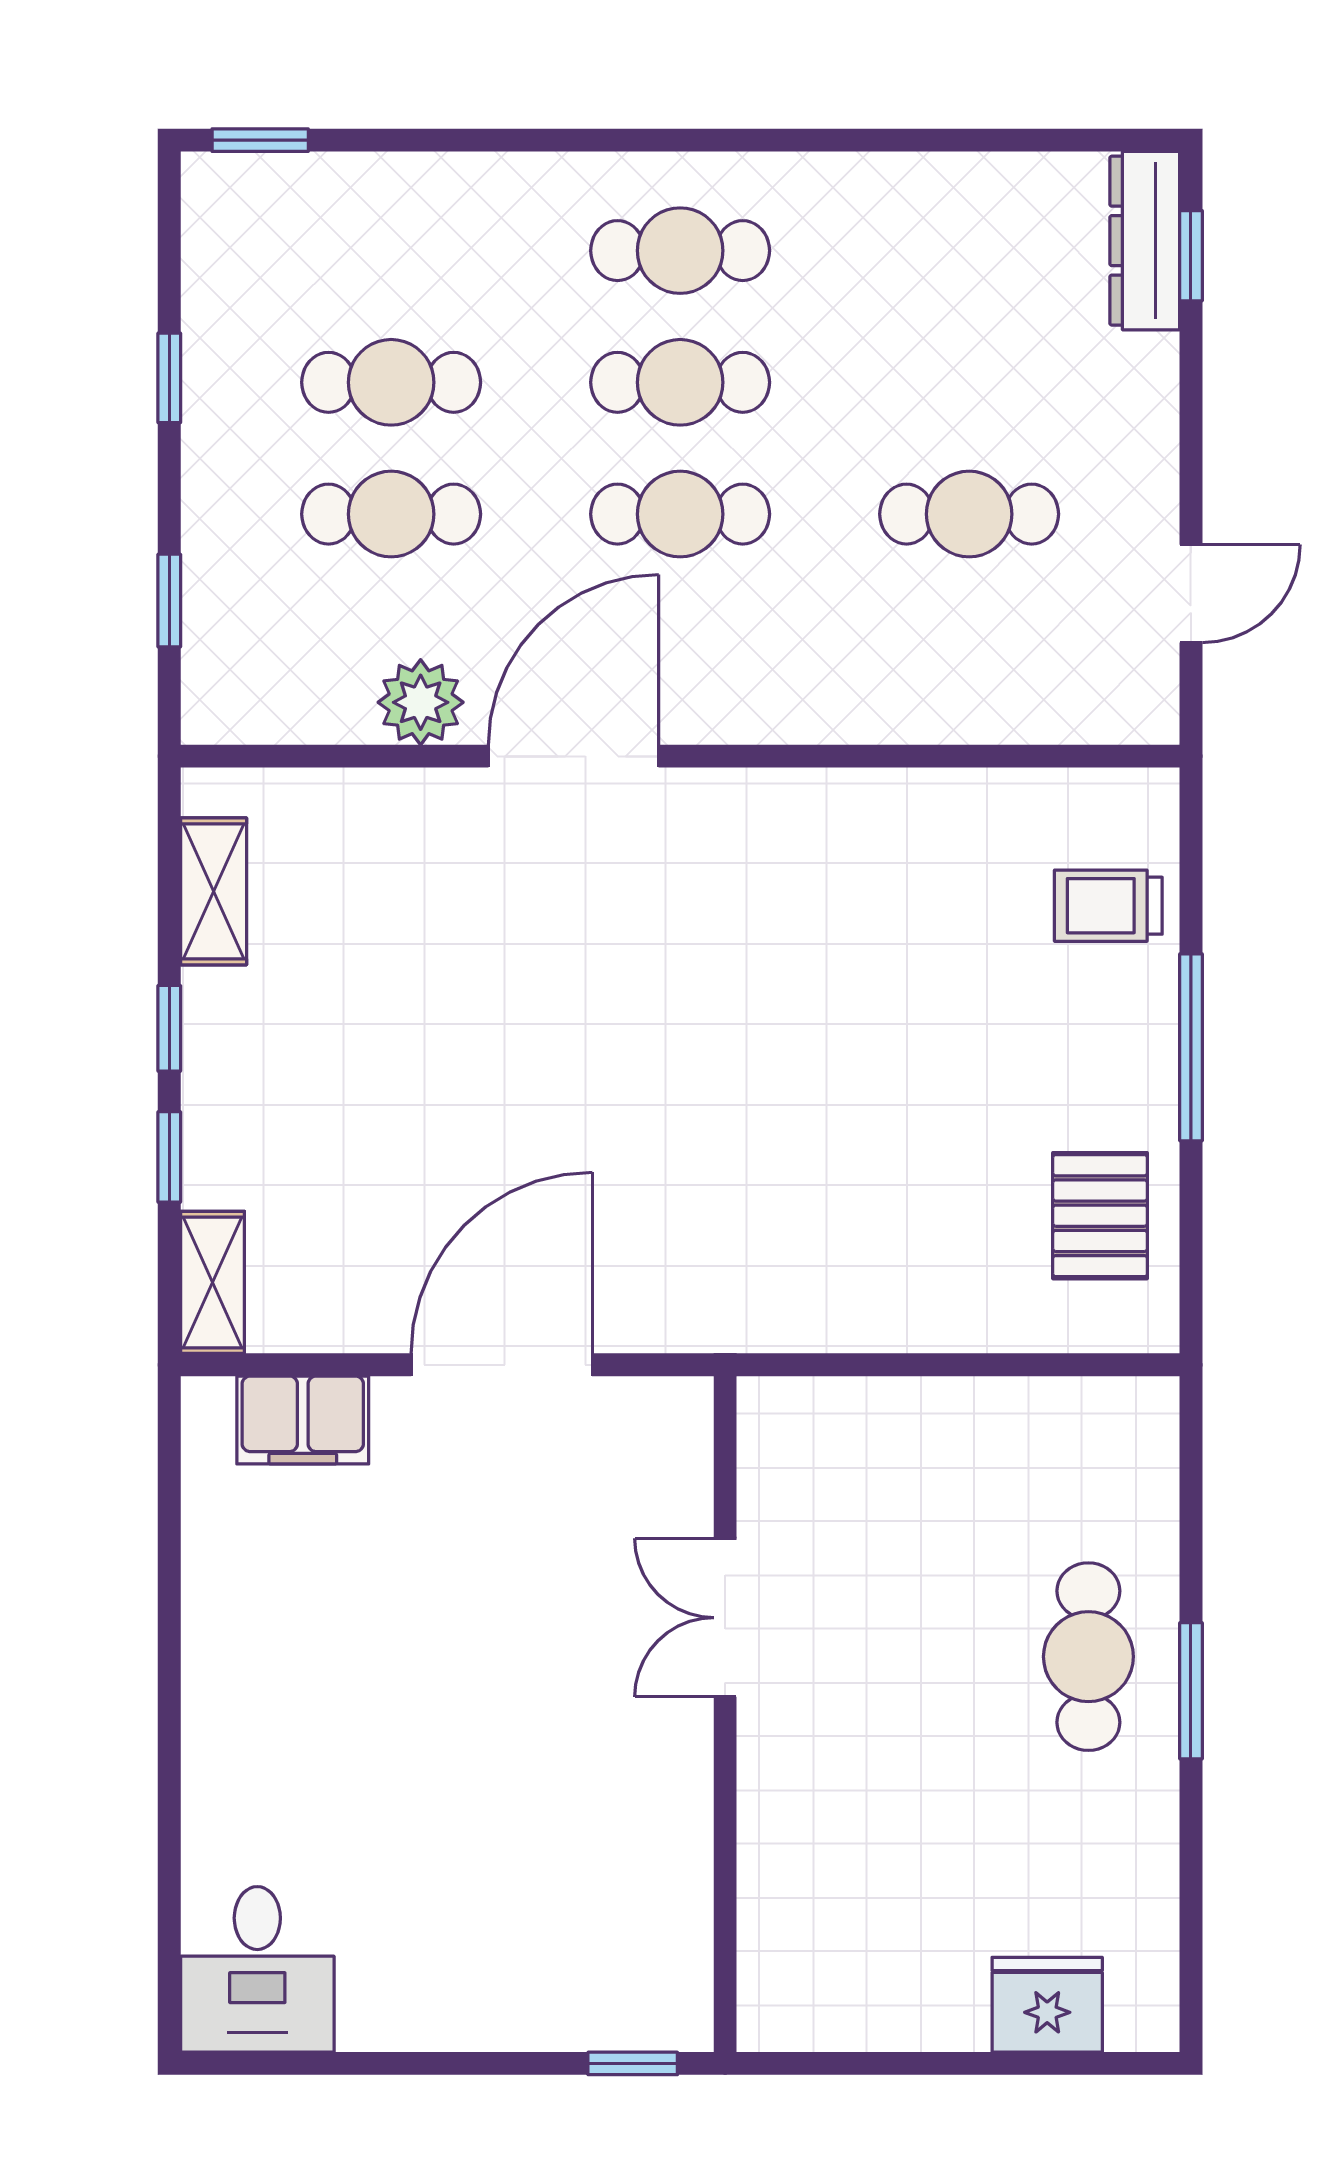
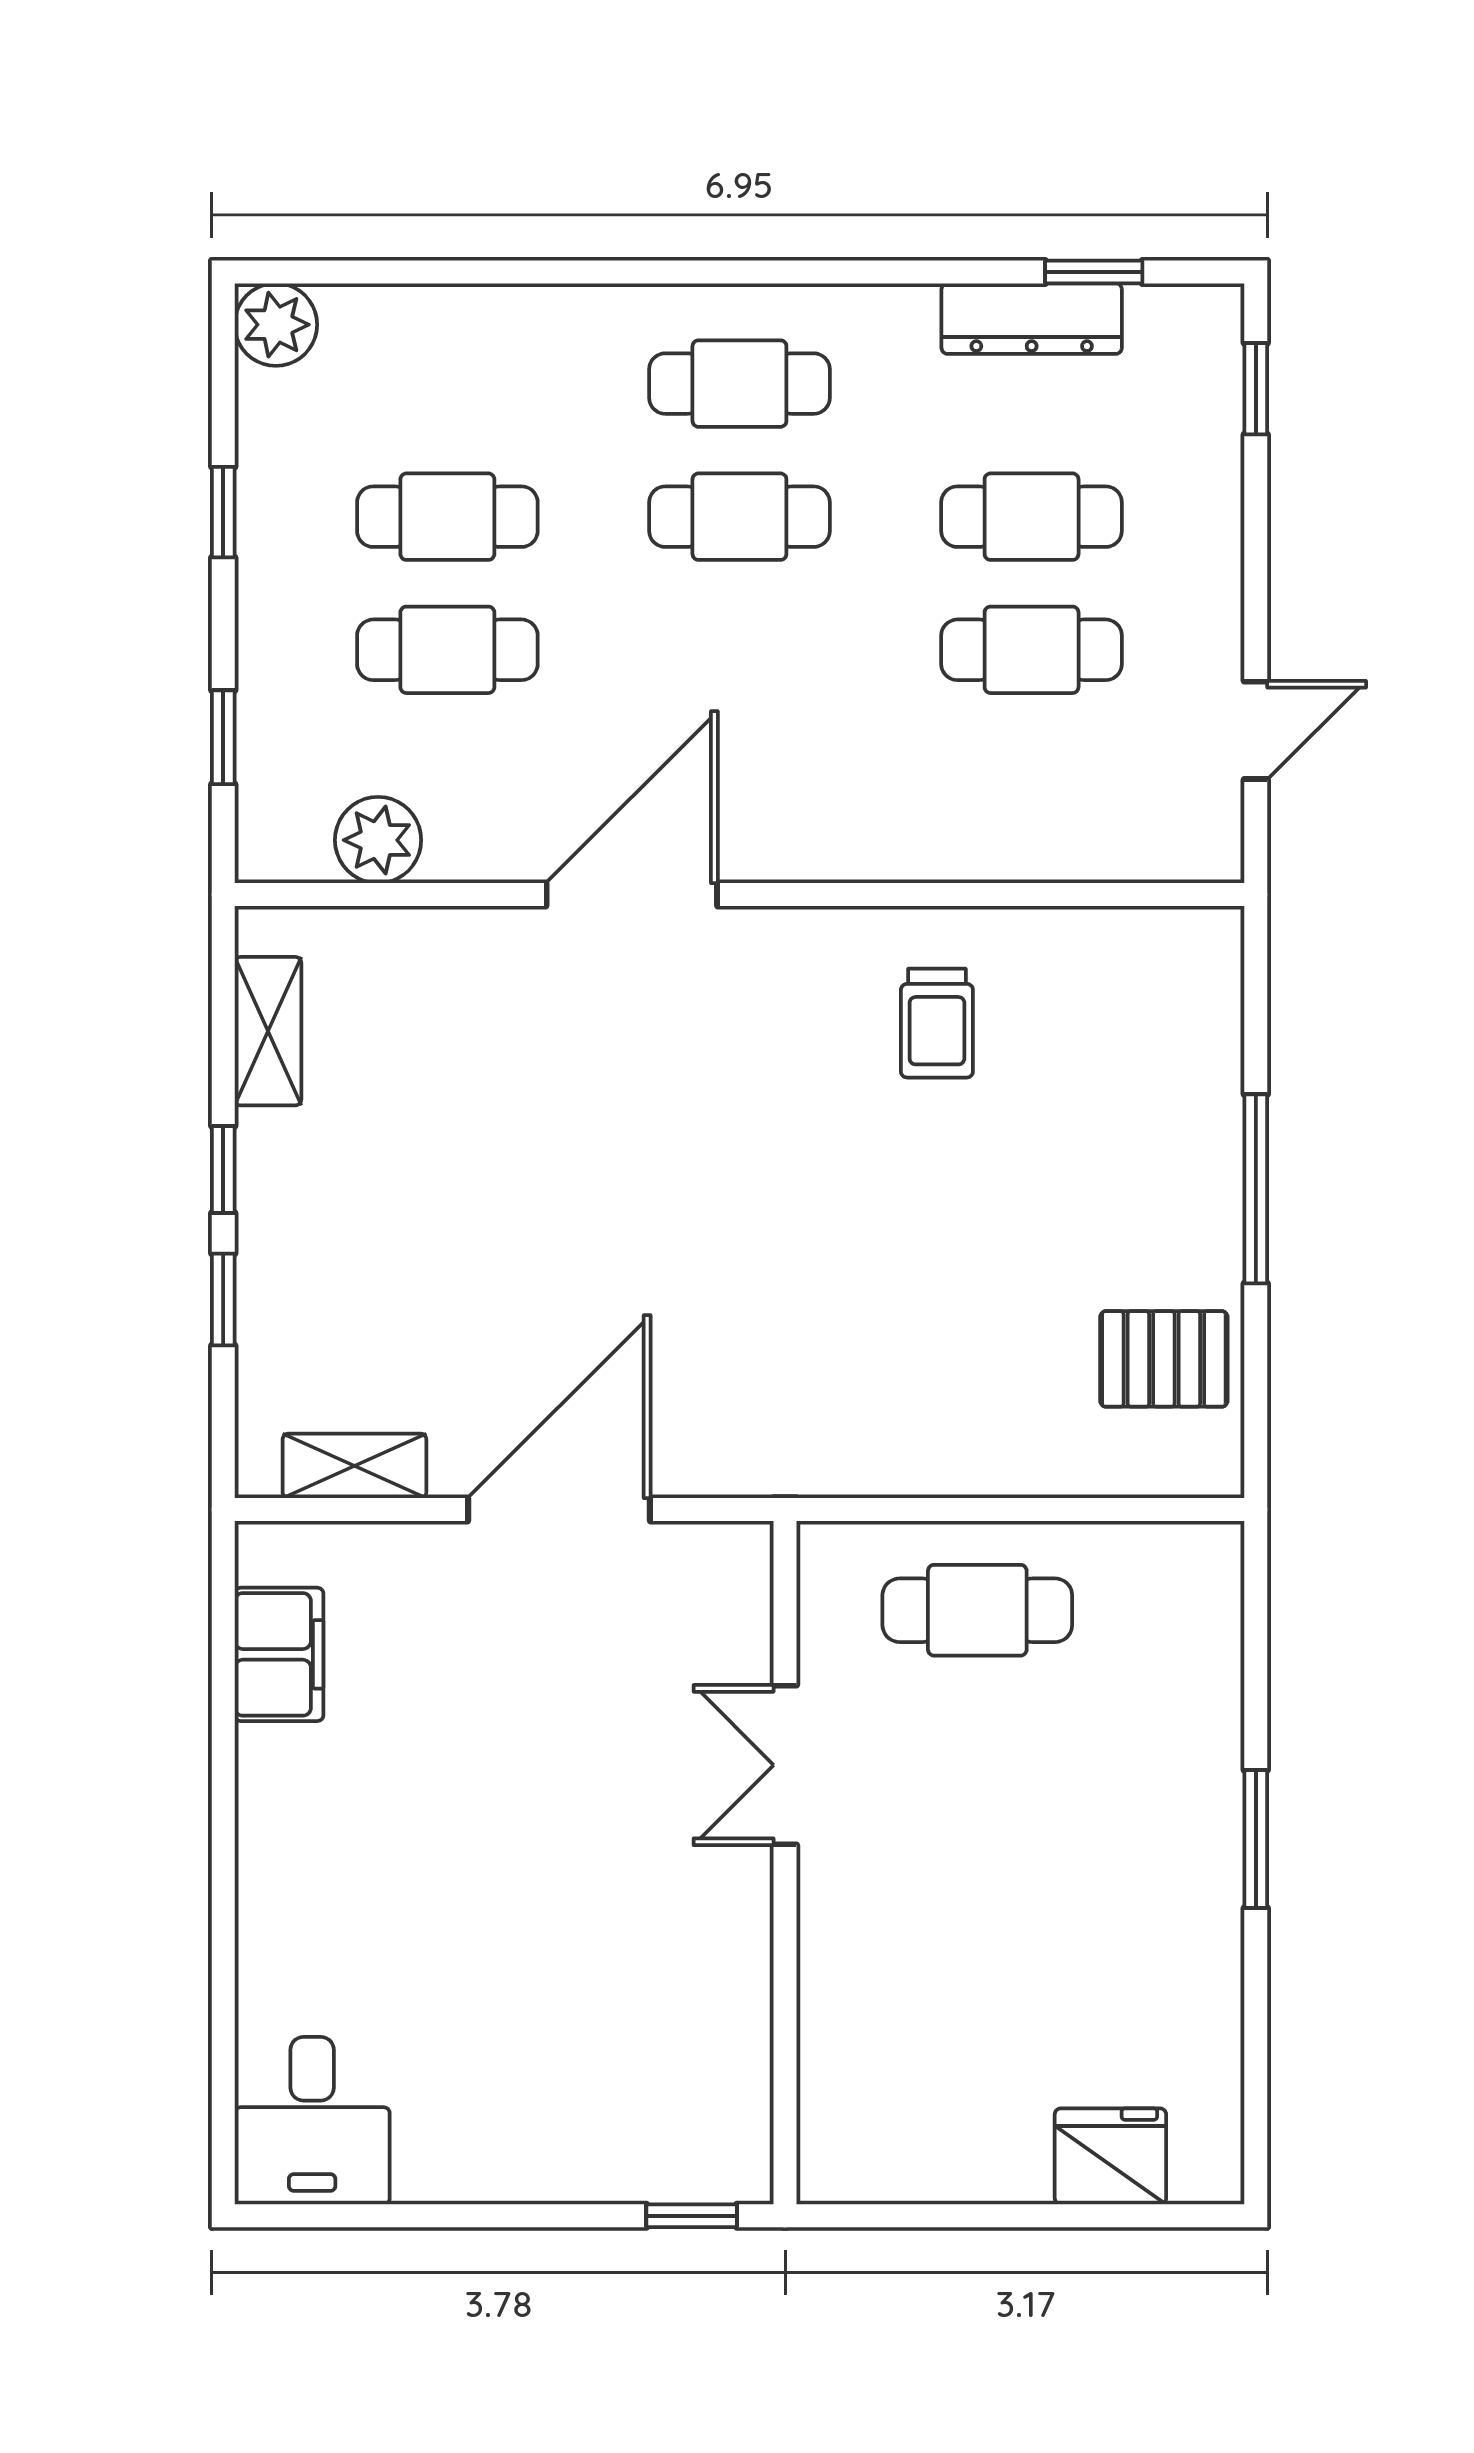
window: (260, 140) -> (1094, 272), moved
plant: (221, 192) -> (276, 325), added
dresser: (1145, 241) -> (1032, 319), moved, turned -90
cafe table: (680, 514) -> (1032, 517), moved
plant: (421, 702) -> (378, 840), moved
trolley: (1108, 906) -> (937, 1023), moved, turned -90
pallet: (1100, 1216) -> (1164, 1359), turned 90
shelving: (212, 1282) -> (354, 1466), moved, turned 90
filing cabinet: (303, 1420) -> (279, 1654), moved, turned -90
cafe table: (1088, 1657) -> (977, 1610), moved, turned 90

